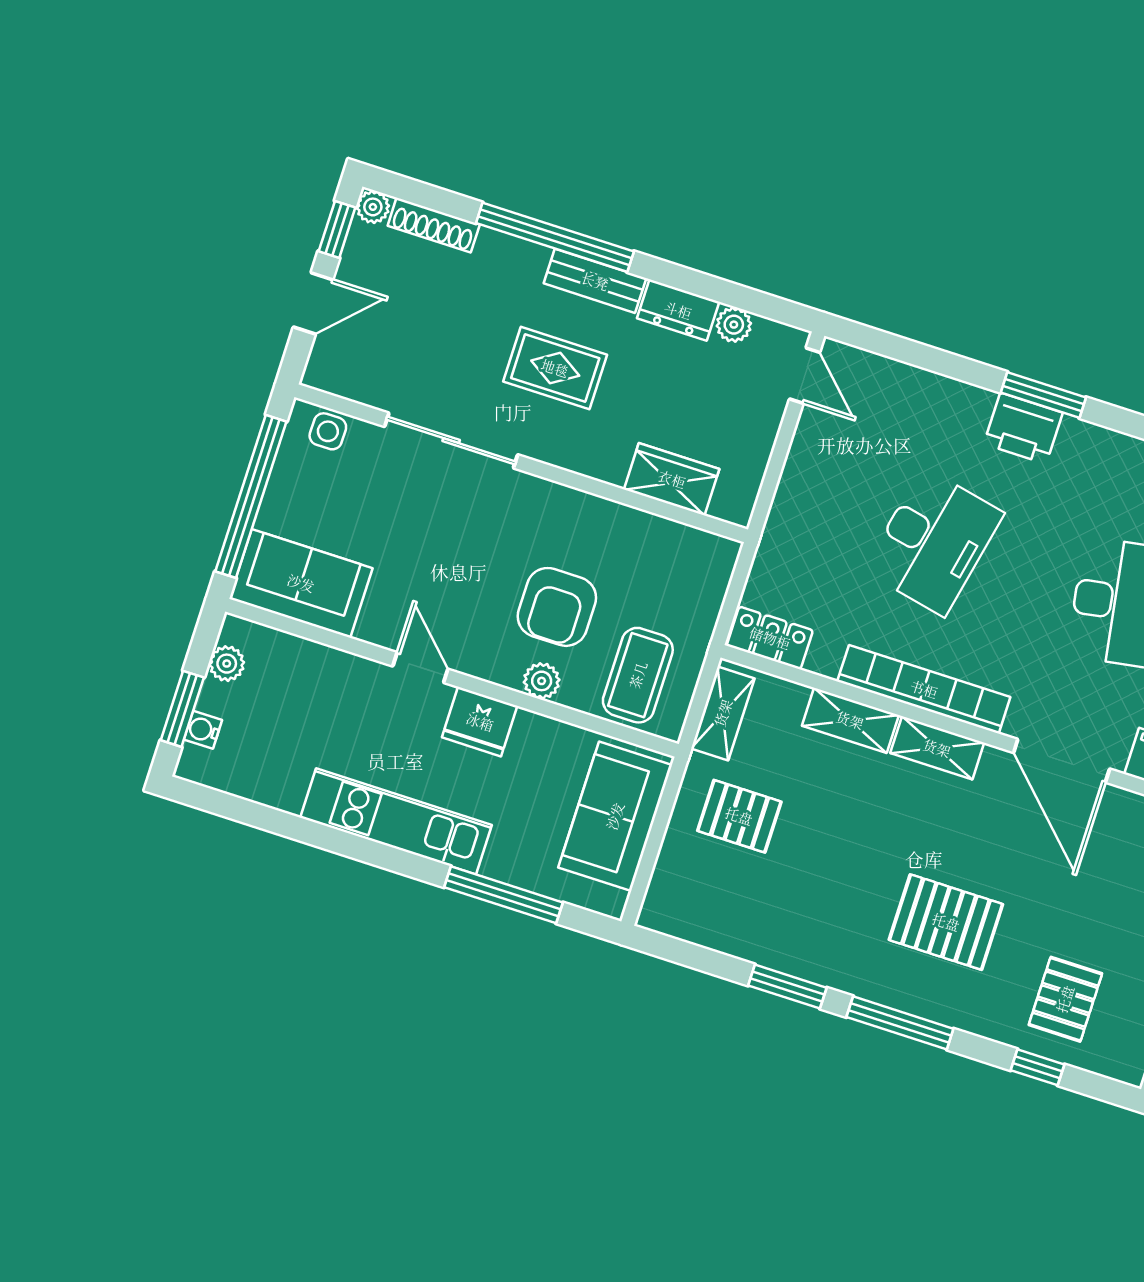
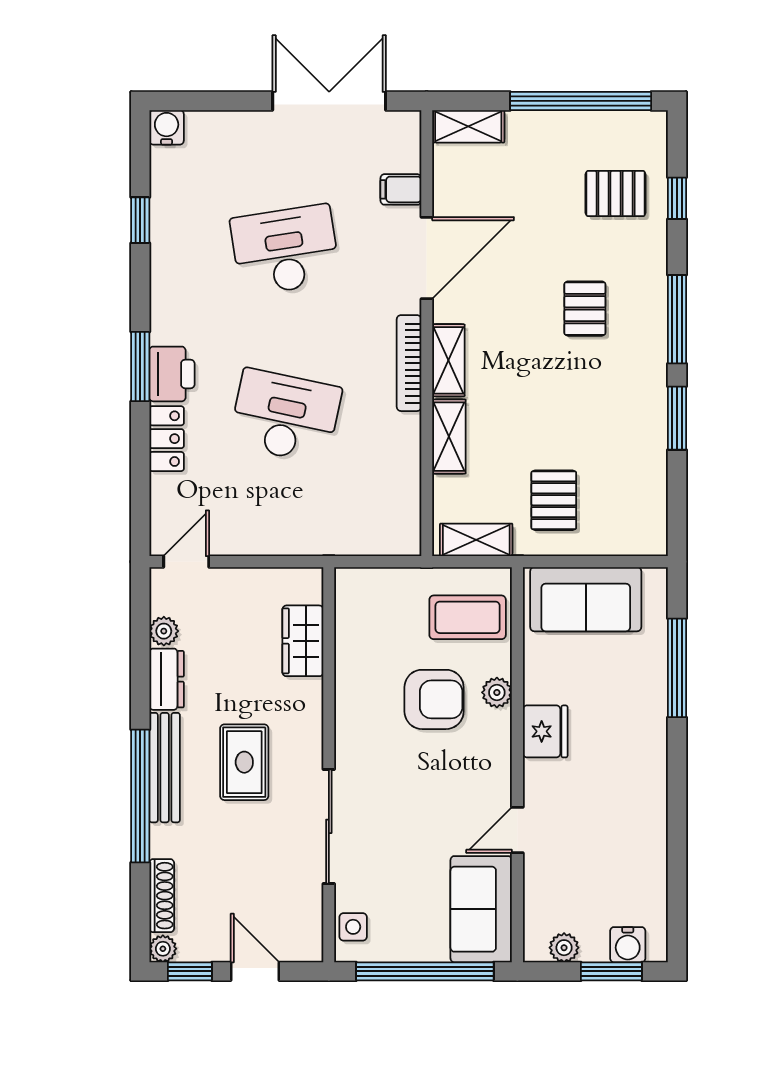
bench: (595, 281) -> (165, 768), width x1.36
locker: (770, 638) -> (167, 439), moved, turned 180
door: (420, 668) -> (517, 830), moved
bookcase: (924, 689) -> (409, 363), width x0.68, depth x0.76
water cooler: (203, 730) -> (628, 945), width x1.38, depth x1.38
kitchen unit: (396, 821) -> (646, 772), removed
pallet: (946, 922) -> (585, 309), width x0.67, depth x0.71

